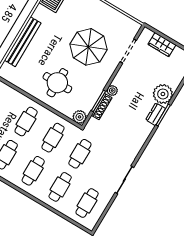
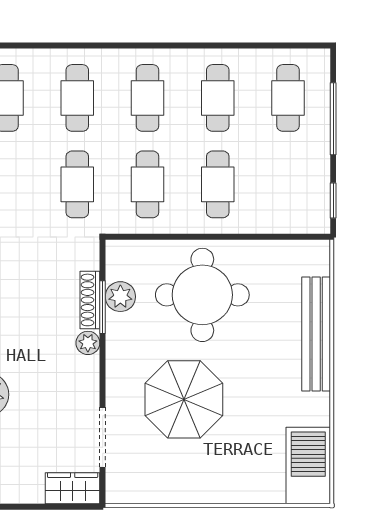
wardrobe: (162, 45) -> (73, 488), moved
round table: (57, 83) -> (202, 295), width x1.36, depth x1.36
plant: (80, 117) -> (120, 297), moved

